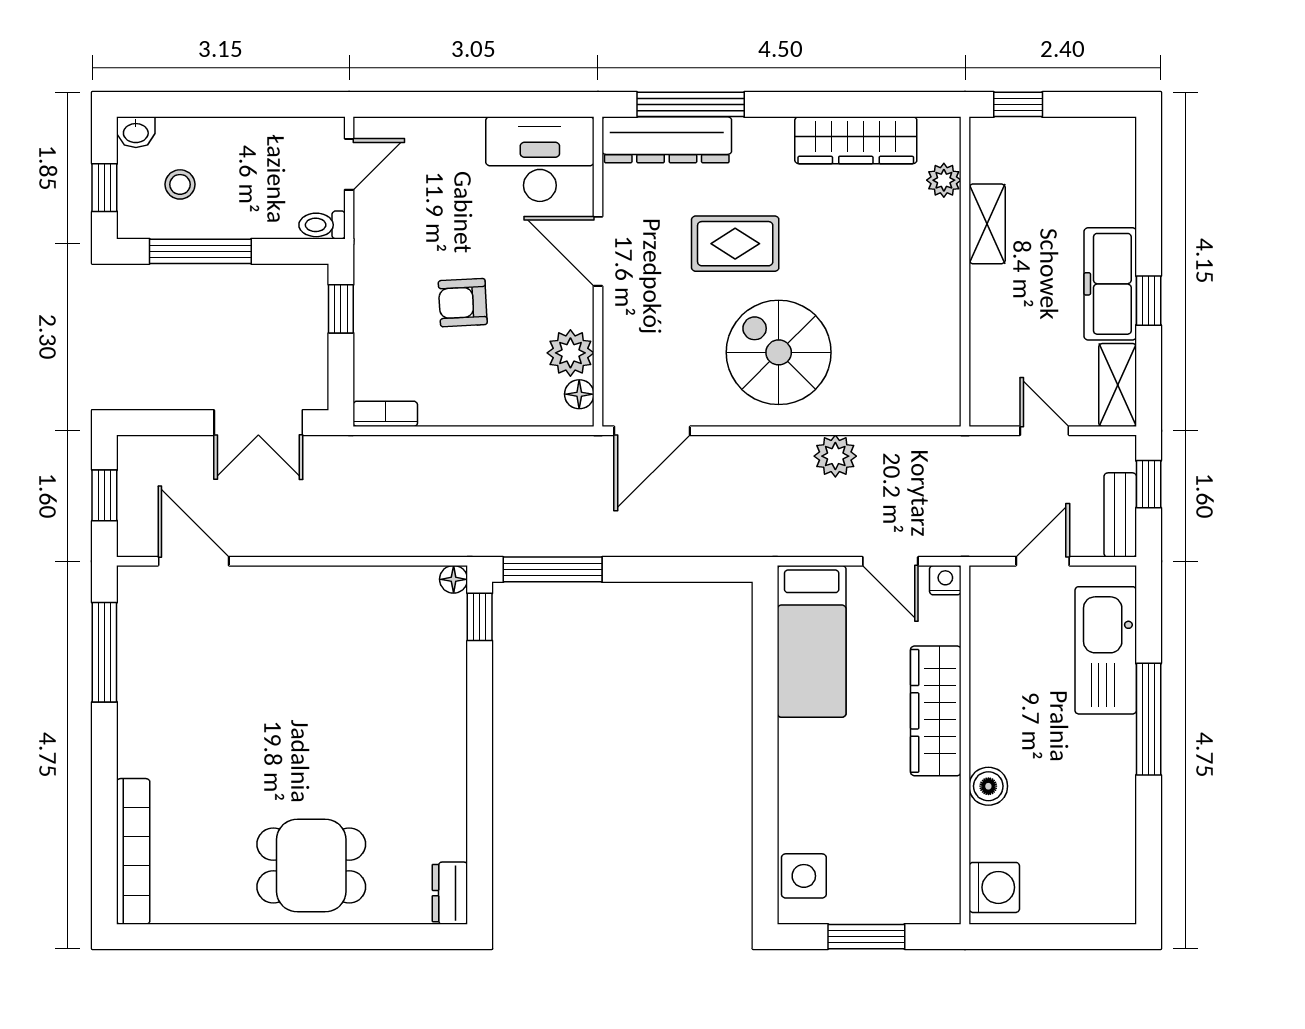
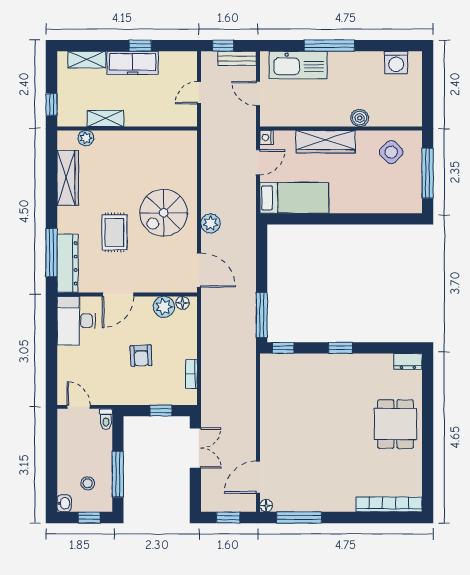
window: (341, 309) -> (161, 411), moved
shelving: (1118, 385) -> (87, 60), moved
bookcase: (385, 414) -> (191, 374), moved
plant: (835, 456) -> (210, 223), moved
floor lamp: (454, 579) -> (266, 506), moved
window: (480, 744) -> (340, 348), added
side table: (804, 876) -> (391, 152), moved, turned 45
washing machine: (994, 887) -> (396, 62), moved, turned 180
window: (866, 937) -> (428, 173), width x1.44

